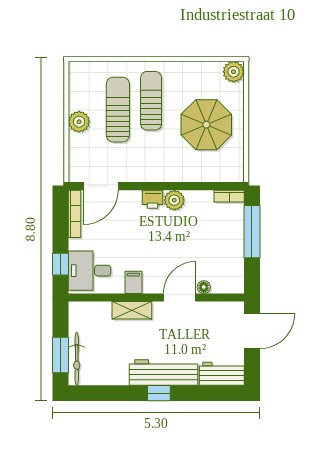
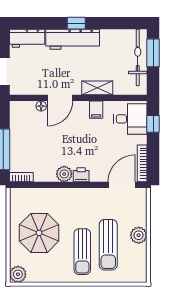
bicycle: (77, 359) -> (138, 58), width x1.37, depth x1.40

